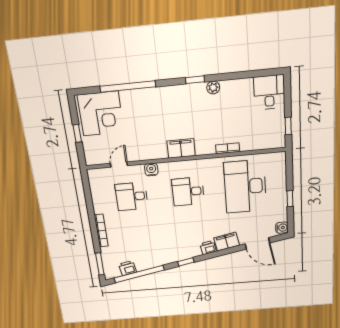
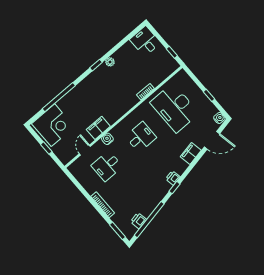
filing cabinet: (181, 148) -> (98, 128), moved
desk: (188, 192) -> (141, 137), turned 180
printer: (208, 248) -> (173, 178), moved

